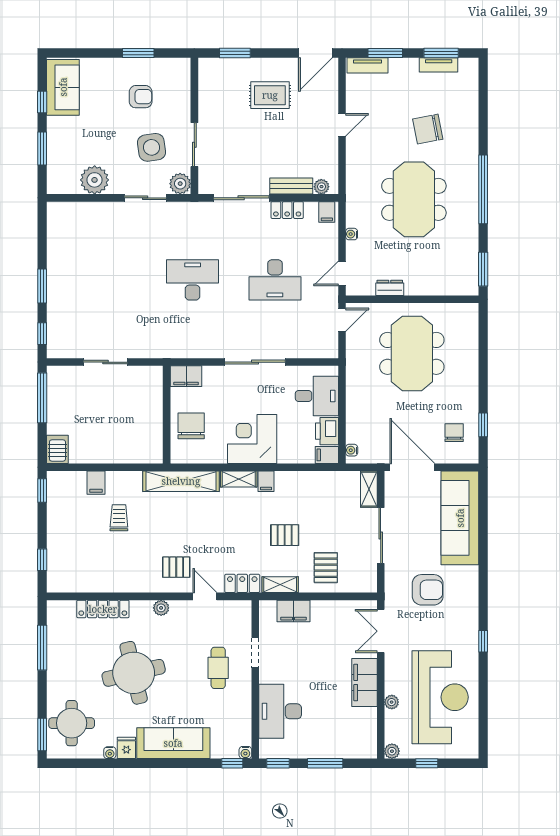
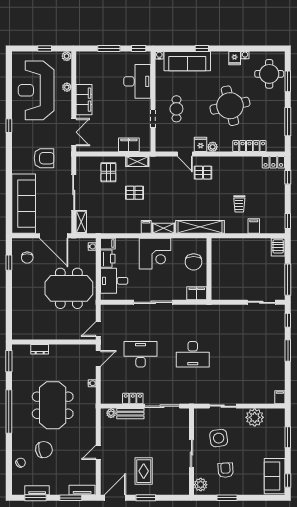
window: (235, 53) -> (146, 498), moved
rug: (270, 95) -> (144, 471), turned 90
armchair: (141, 97) -> (226, 470), turned 87
window: (42, 102) -> (288, 481), moved
chair: (465, 109) -> (21, 463), added
sliding door: (194, 145) -> (192, 453), moved
plant: (180, 184) -> (201, 485), moved
filing cabinet: (327, 212) -> (280, 397), moved
dresser: (390, 288) -> (40, 349), moved
meeting table: (412, 353) -> (69, 288), moved, turned 90
sliding door: (105, 362) -> (261, 302), moved
locker: (242, 583) -> (273, 162), moved
armchair: (428, 590) -> (44, 158), turned 180
fridge: (180, 612) -> (201, 144), added
window: (42, 735) -> (288, 81), moved
sofa: (173, 743) -> (187, 61), moved
window: (232, 763) -> (202, 48), moved

